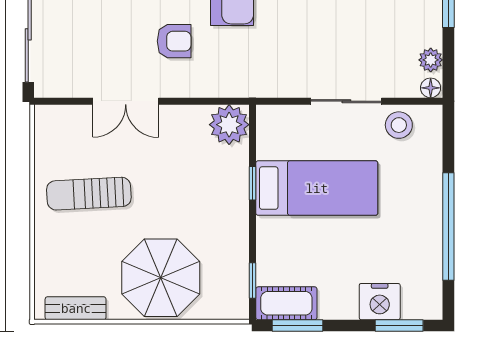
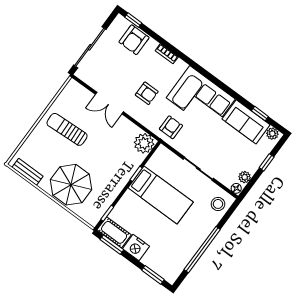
armchair: (253, 67) -> (171, 127), added
stool: (399, 125) -> (218, 204), moved
nightstand: (380, 302) -> (136, 247), moved

